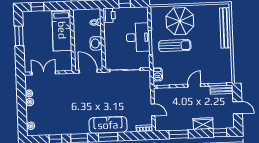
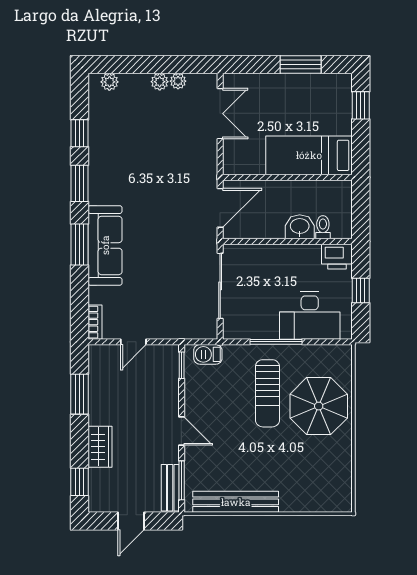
bench: (225, 28) -> (236, 502), moved
desk: (138, 37) -> (310, 316), moved
washbasin: (96, 43) -> (300, 227), moved

